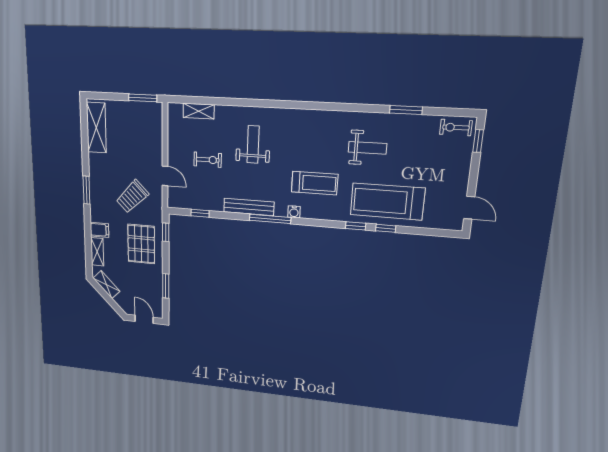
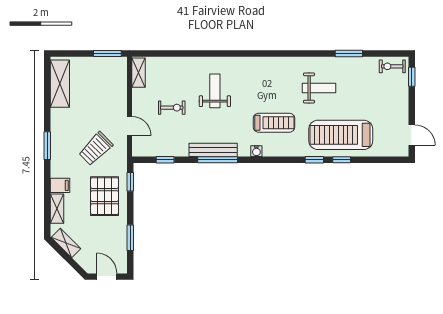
shelving: (199, 111) -> (138, 73), moved, turned 90
window: (270, 219) -> (218, 160), moved

